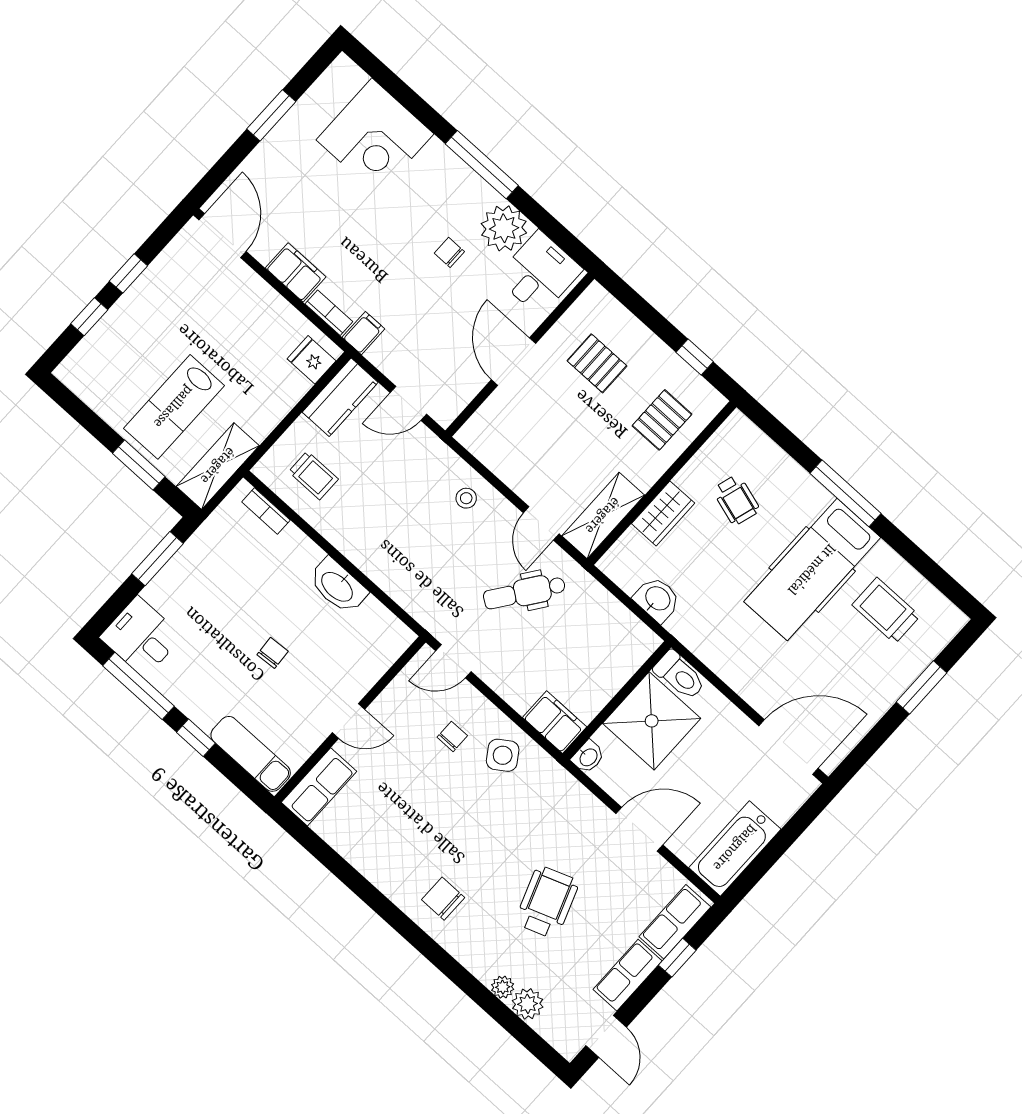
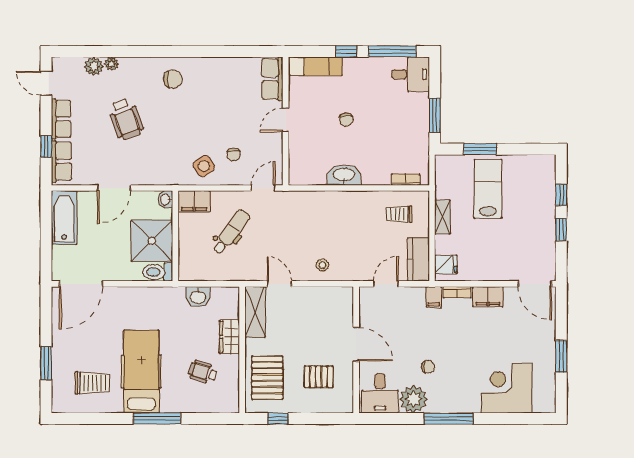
pallet: (662, 420) -> (267, 378), width x1.50, depth x1.42
shelving: (218, 466) -> (442, 217), moved, width x0.67, depth x0.75
dental chair: (524, 592) -> (231, 232), moved

